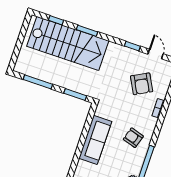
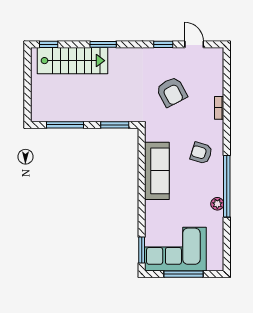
window: (56, 20) -> (49, 44), moved
stairs: (68, 44) -> (73, 61), width x0.73, depth x0.66
armchair: (142, 84) -> (172, 92), moved

